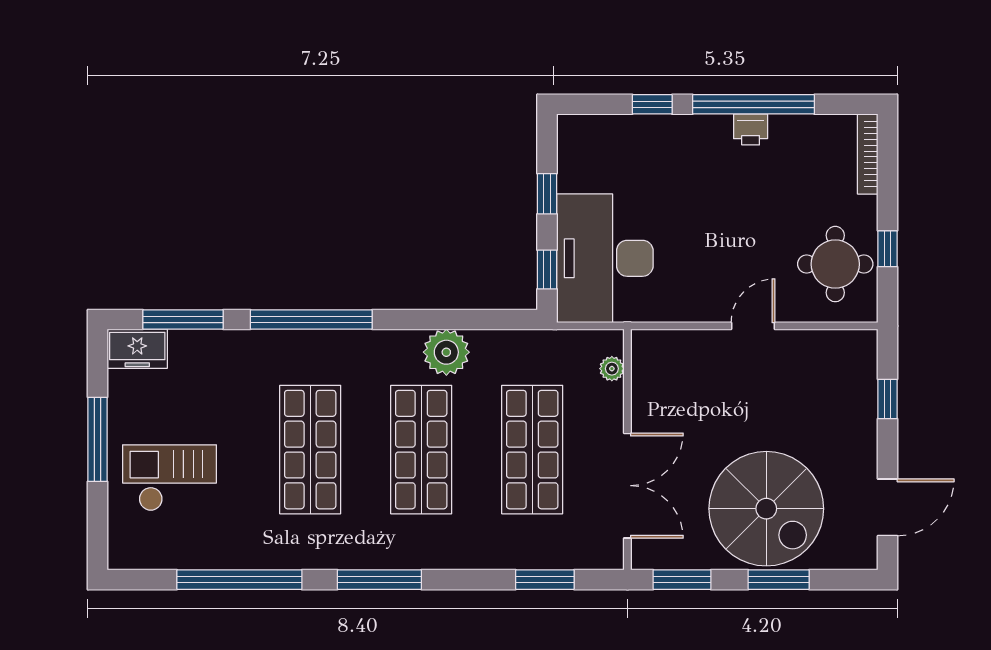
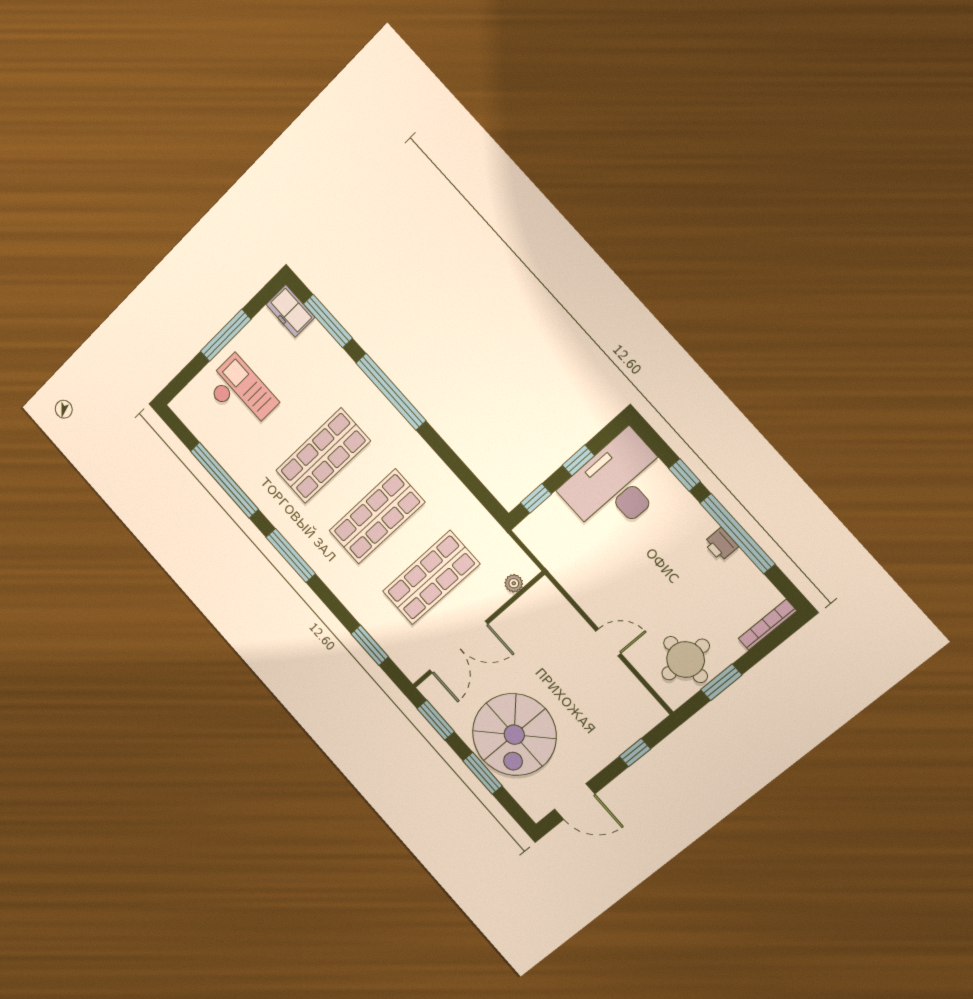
window: (888, 249) -> (721, 682), width x1.50
desk: (605, 258) -> (617, 485), moved
plant: (446, 352) -> (440, 483), removed

